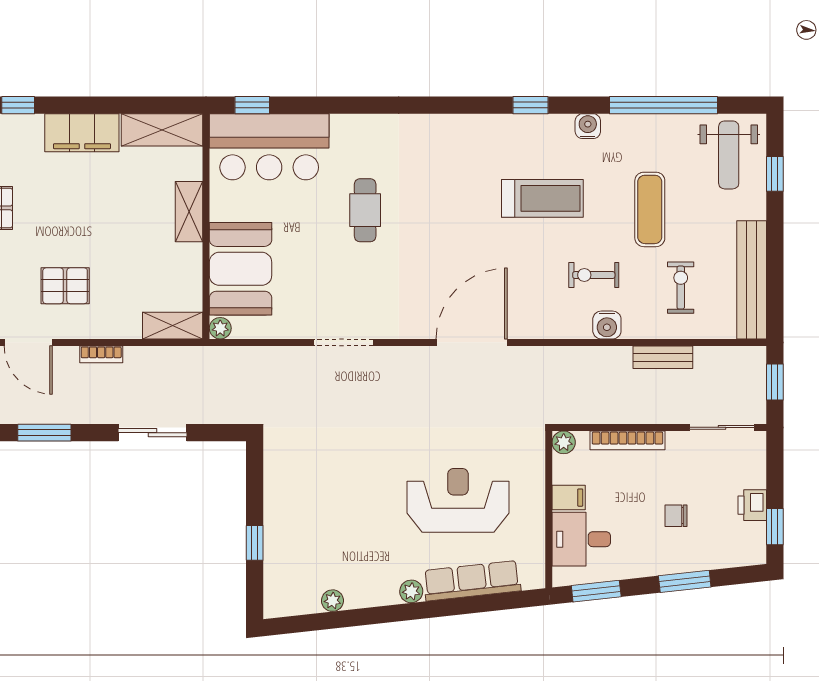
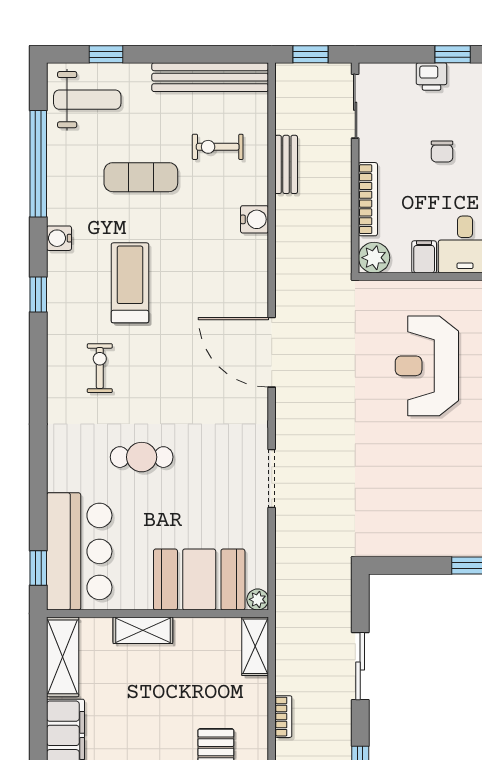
exercise bike: (594, 275) -> (100, 368), moved, turned 180
plant: (564, 442) -> (374, 258), width x1.38, depth x1.38

